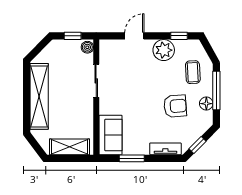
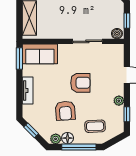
plant: (164, 50) -> (119, 101), width x0.53, depth x0.53
armchair: (143, 89) -> (80, 83), added
plant: (207, 117) -> (56, 139), added
tv unit: (165, 149) -> (28, 91), moved
window: (132, 158) -> (19, 58), moved

